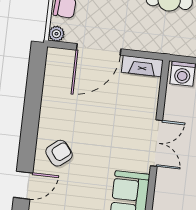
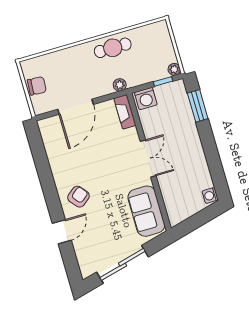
plant: (56, 34) -> (120, 85), moved
fireplace: (142, 66) -> (125, 112), moved, turned 90

